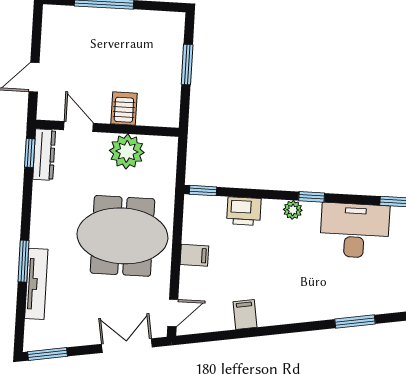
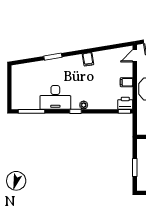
printer: (244, 211) -> (125, 103), moved
filing cabinet: (245, 314) -> (88, 59), moved

